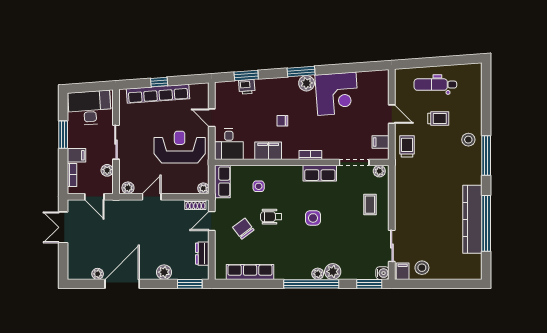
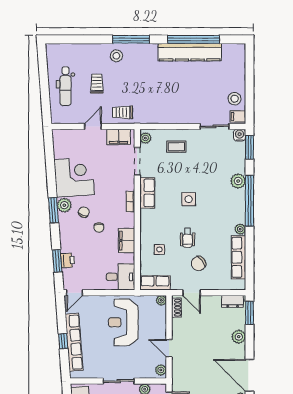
chair: (299, 104) -> (84, 212), added
door: (212, 118) -> (74, 293), moved
filing cabinet: (381, 142) -> (119, 137), width x2.00
dresser: (202, 254) -> (233, 301), moved
plant: (318, 274) -> (240, 229), moved

